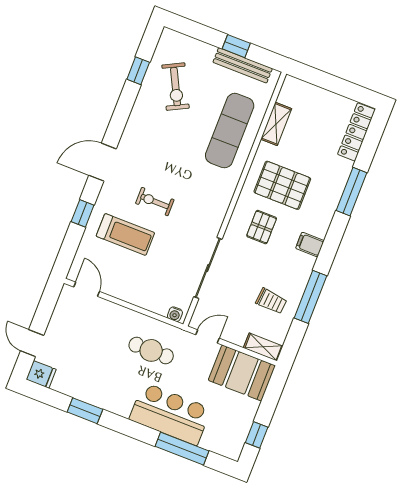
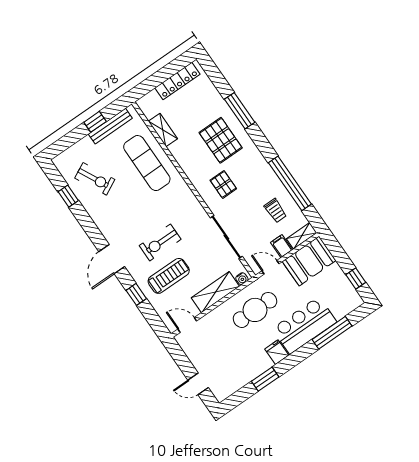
locker: (356, 132) -> (177, 81), moved, turned -90
pallet: (282, 185) -> (221, 140), moved, turned 90
exercise bike: (155, 202) -> (160, 242), width x1.38, depth x1.39
filing cabinet: (310, 245) -> (282, 246), moved, turned 90
shelving: (142, 296) -> (215, 292), added
window: (310, 297) -> (290, 183), width x1.46
trolley: (271, 301) -> (275, 211), turned 85
door: (208, 336) -> (271, 267), hinge flipped
cafe table: (151, 350) -> (255, 310), width x1.37, depth x1.35
fridge: (41, 374) -> (277, 352), moved, turned -90

